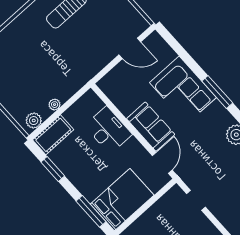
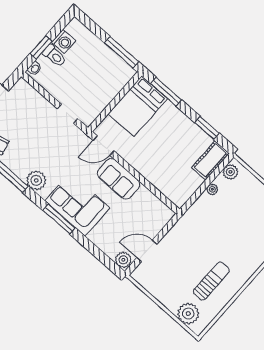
plant: (155, 42) -> (123, 260), added
corner sofa: (183, 90) -> (77, 204), moved
desk: (108, 130) -> (158, 171), removed
door: (162, 163) -> (104, 146), hinge flipped

